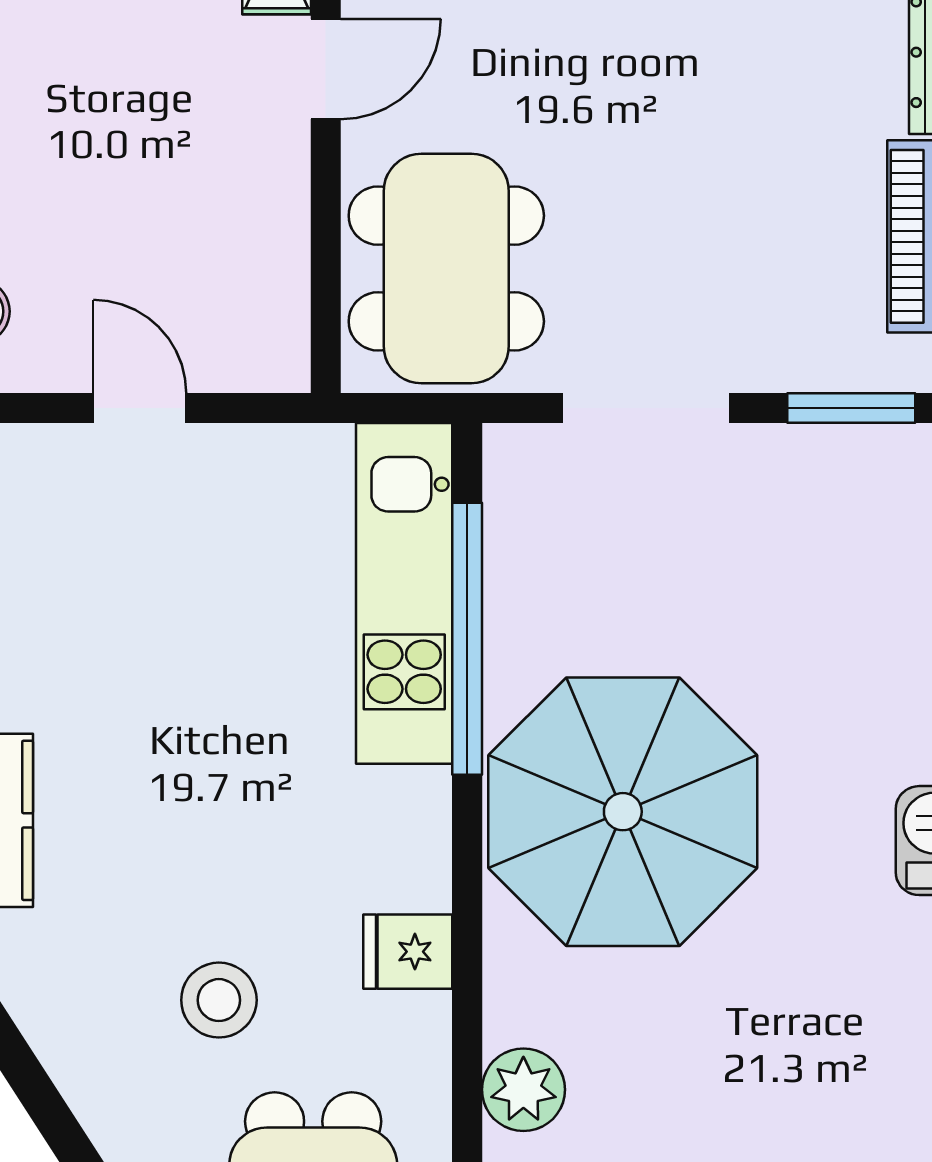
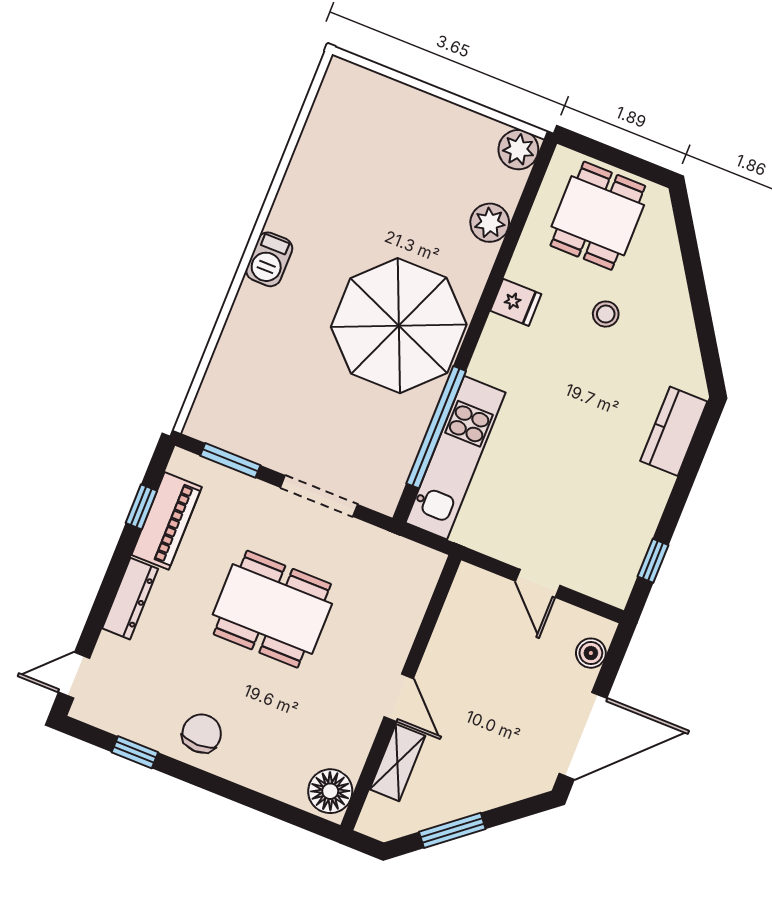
door: (326, 69) -> (399, 698), swing flipped
dining table: (446, 269) -> (272, 609), moved, turned 90
stool: (219, 1000) -> (606, 314), width x0.73, depth x0.73

